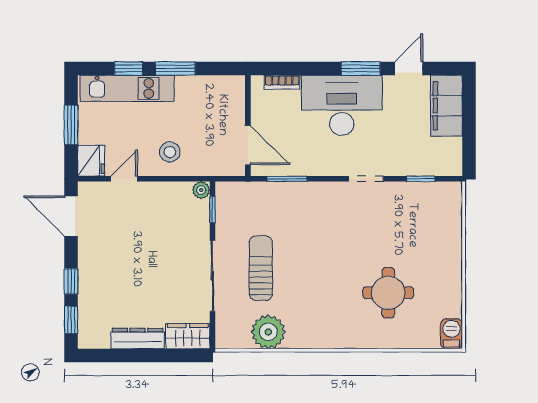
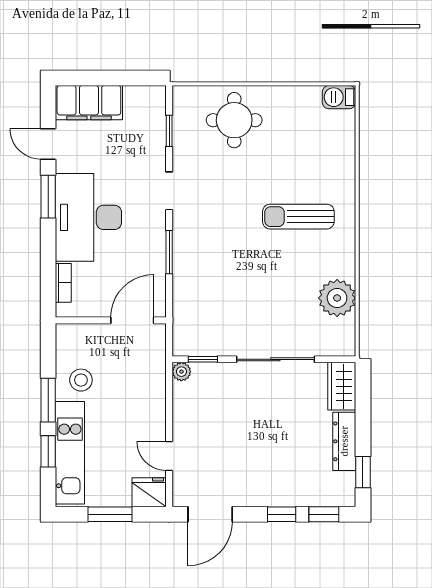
stool: (170, 152) -> (81, 380), moved
window: (287, 179) -> (169, 252), moved
sun lounger: (261, 268) -> (298, 217), moved
round table: (388, 293) -> (234, 120), moved
window: (110, 356) -> (363, 472), added

